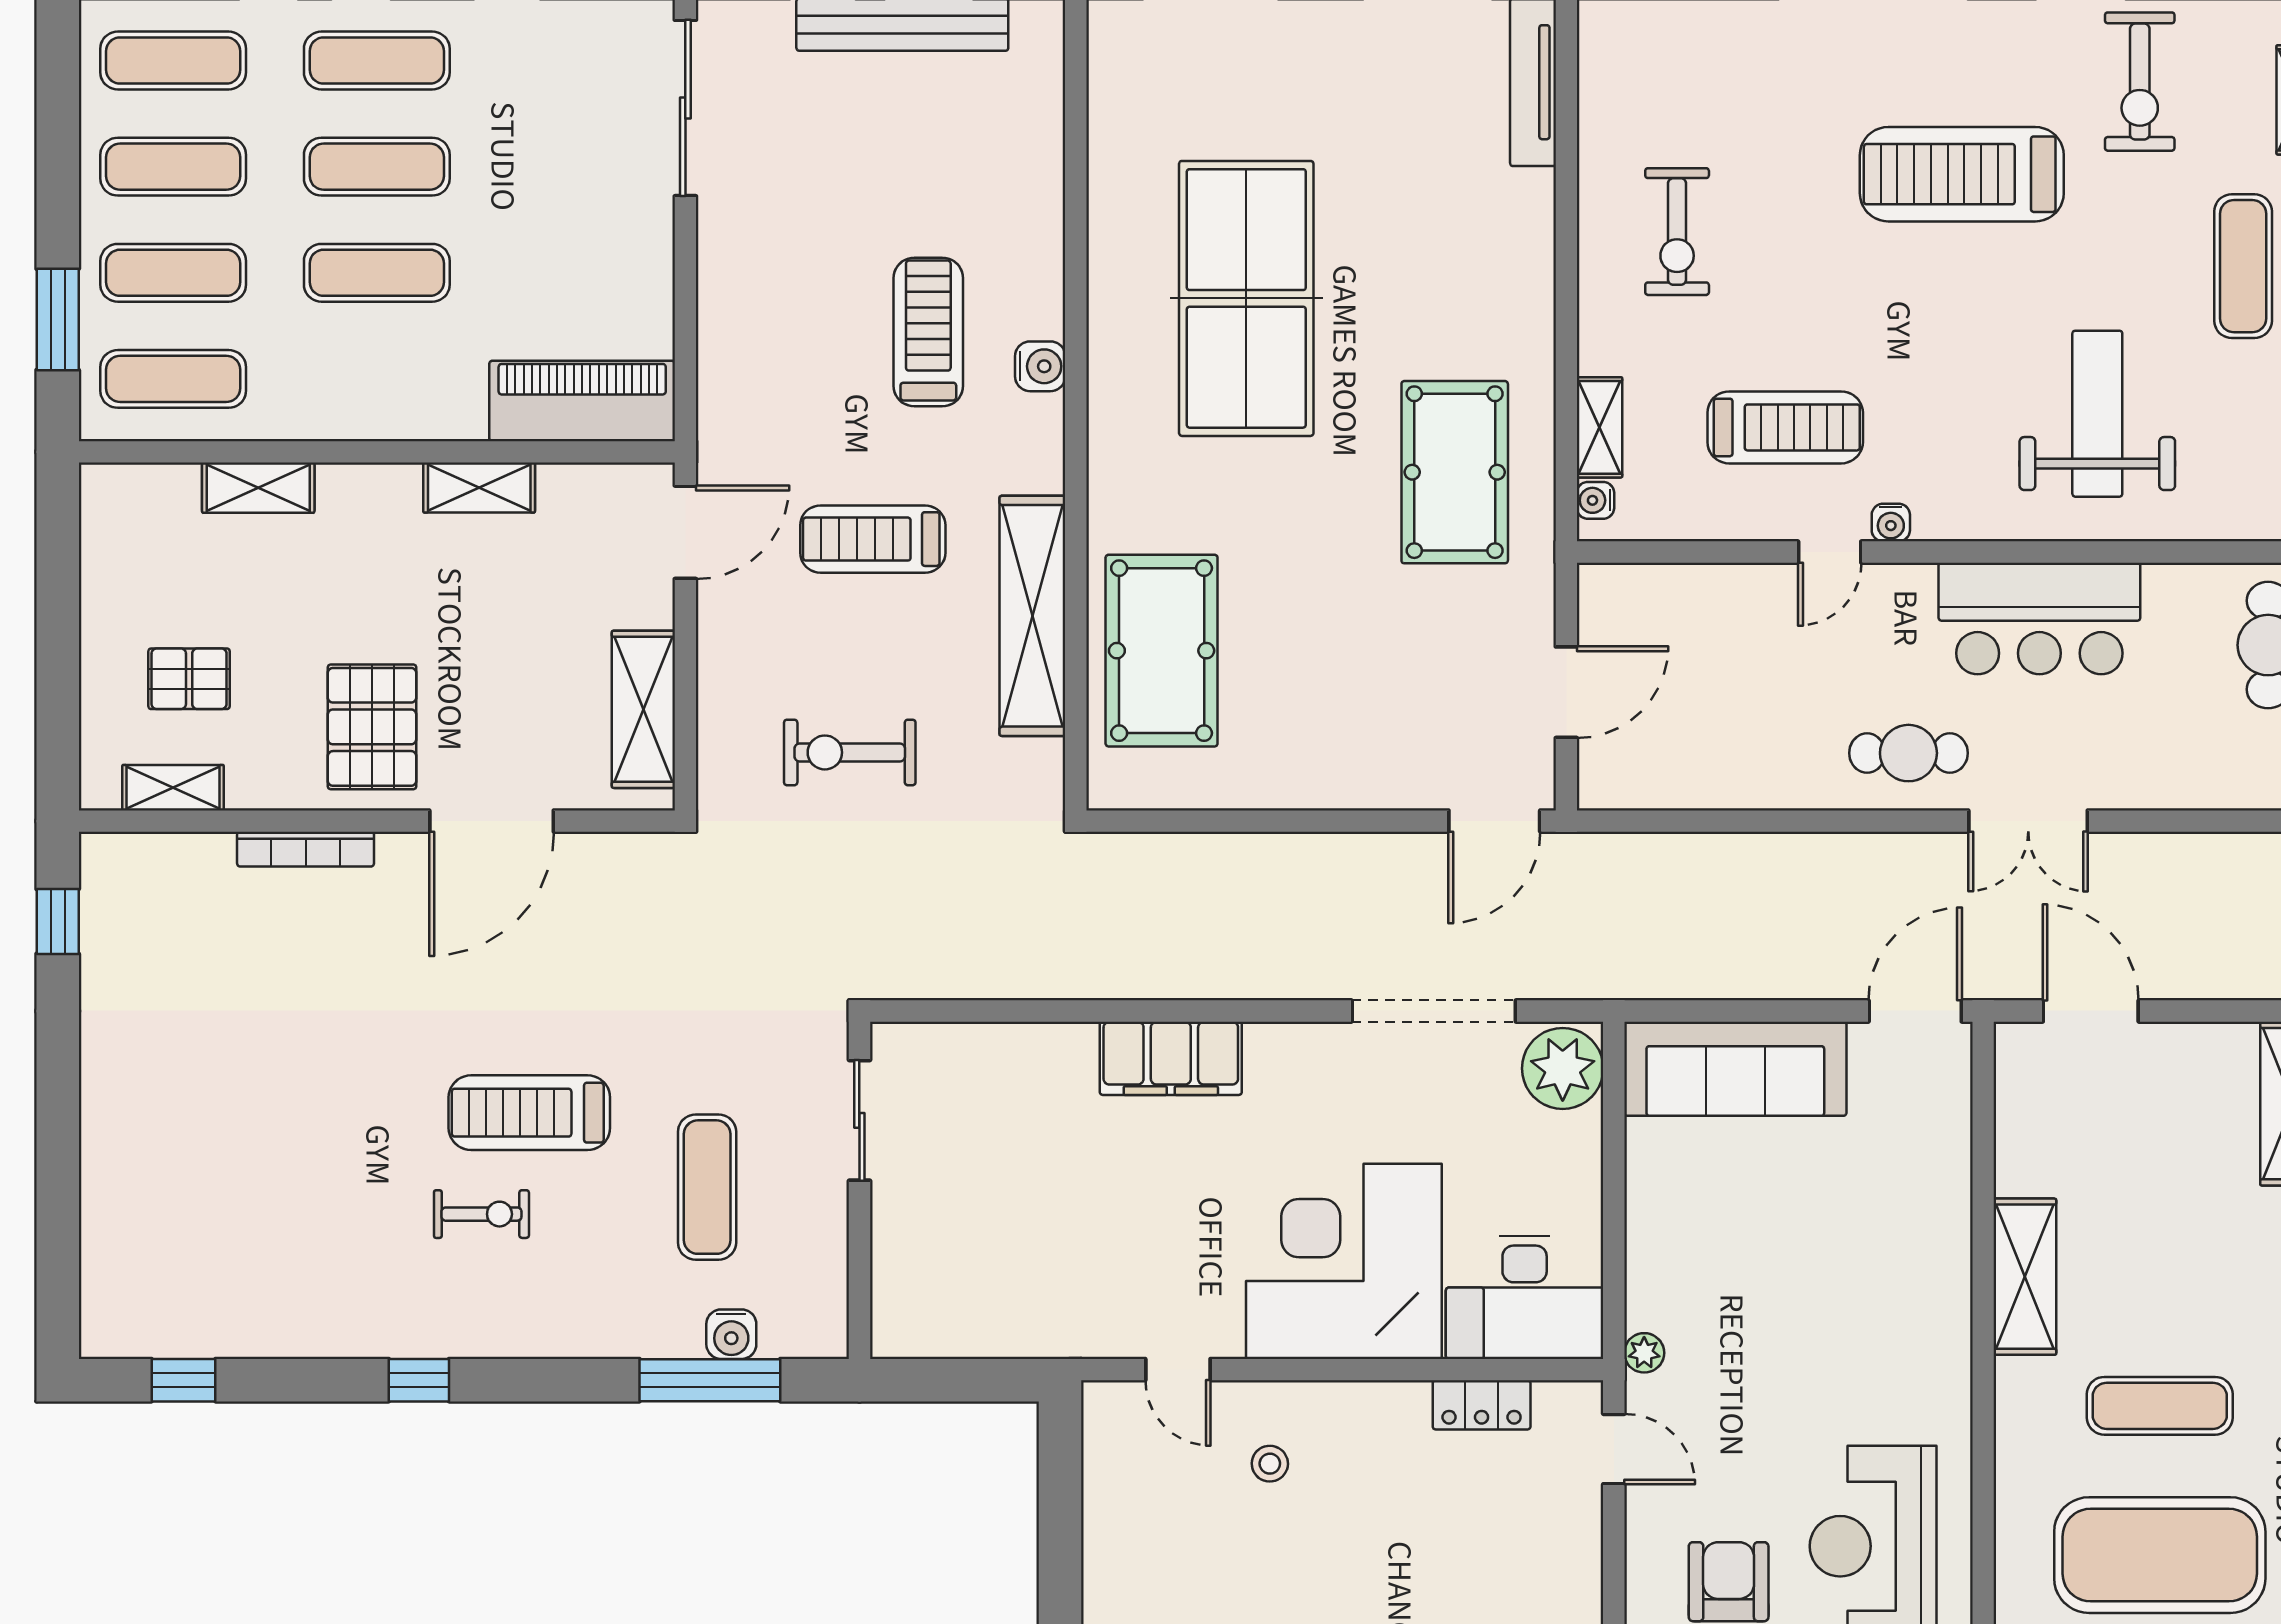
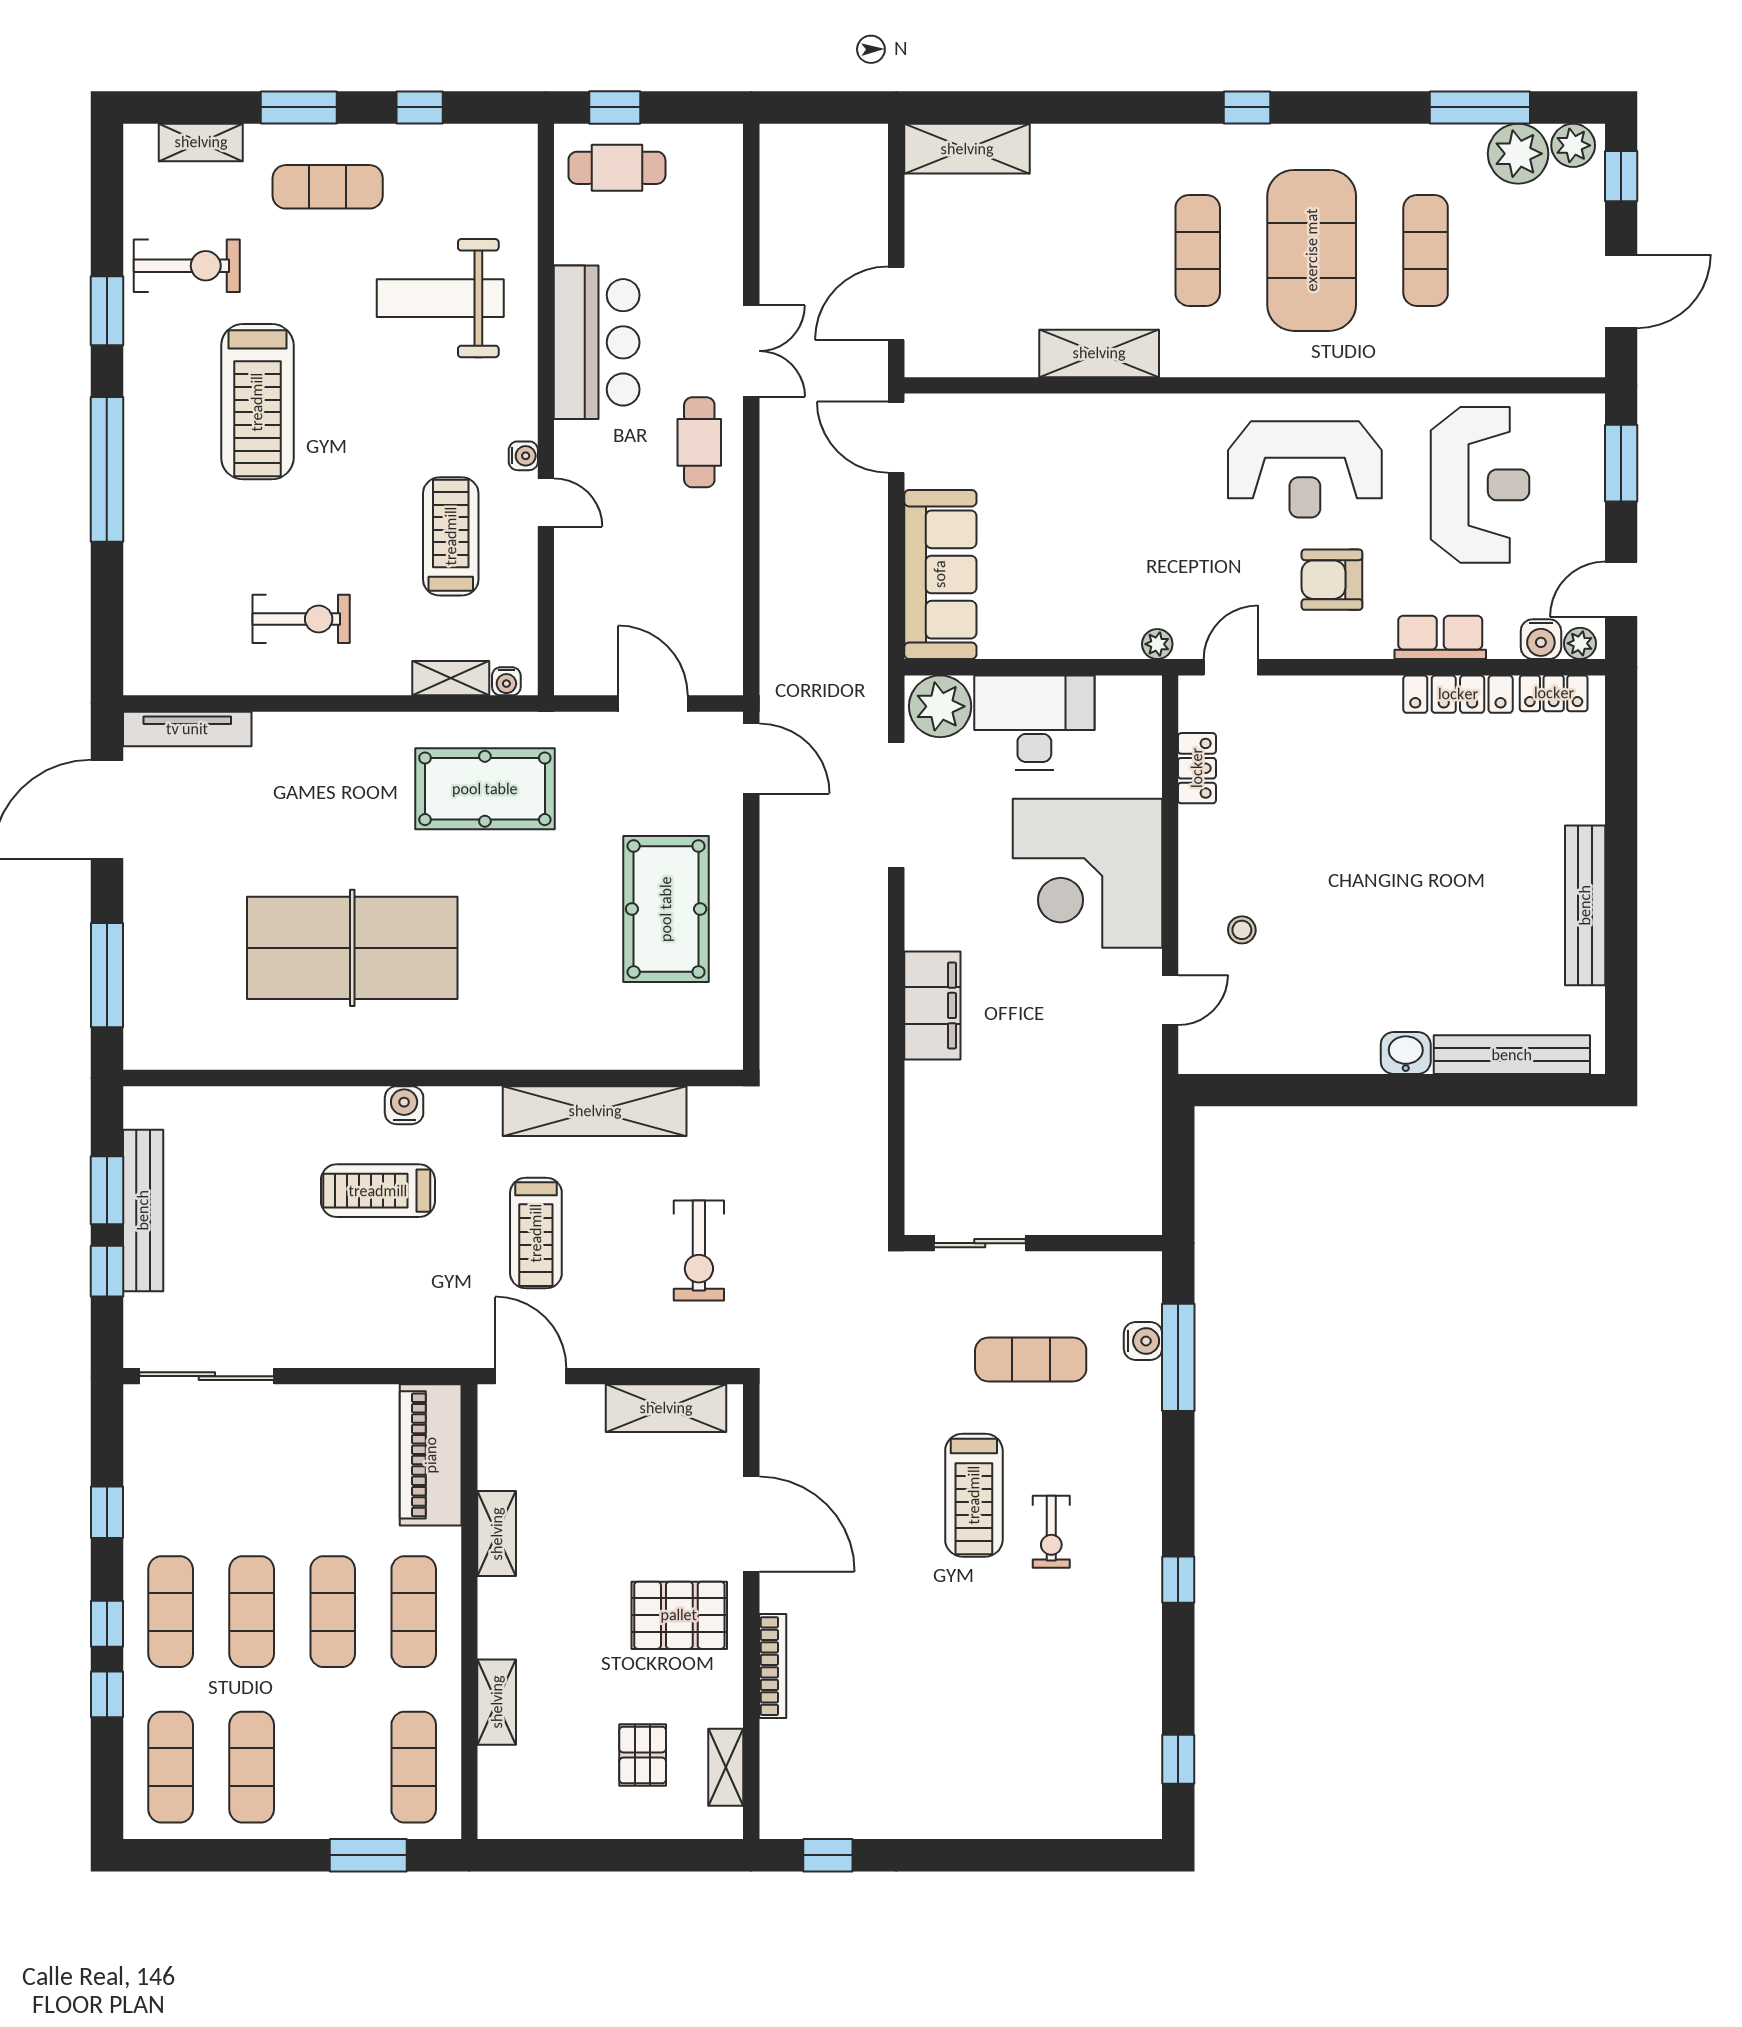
exercise mat: (173, 273) -> (414, 1612), moved
pool table: (1162, 651) -> (666, 909), moved, turned 90
exercise bike: (481, 1214) -> (1051, 1532), turned 180
desk: (1525, 1297) -> (1034, 723), moved, turned -90

